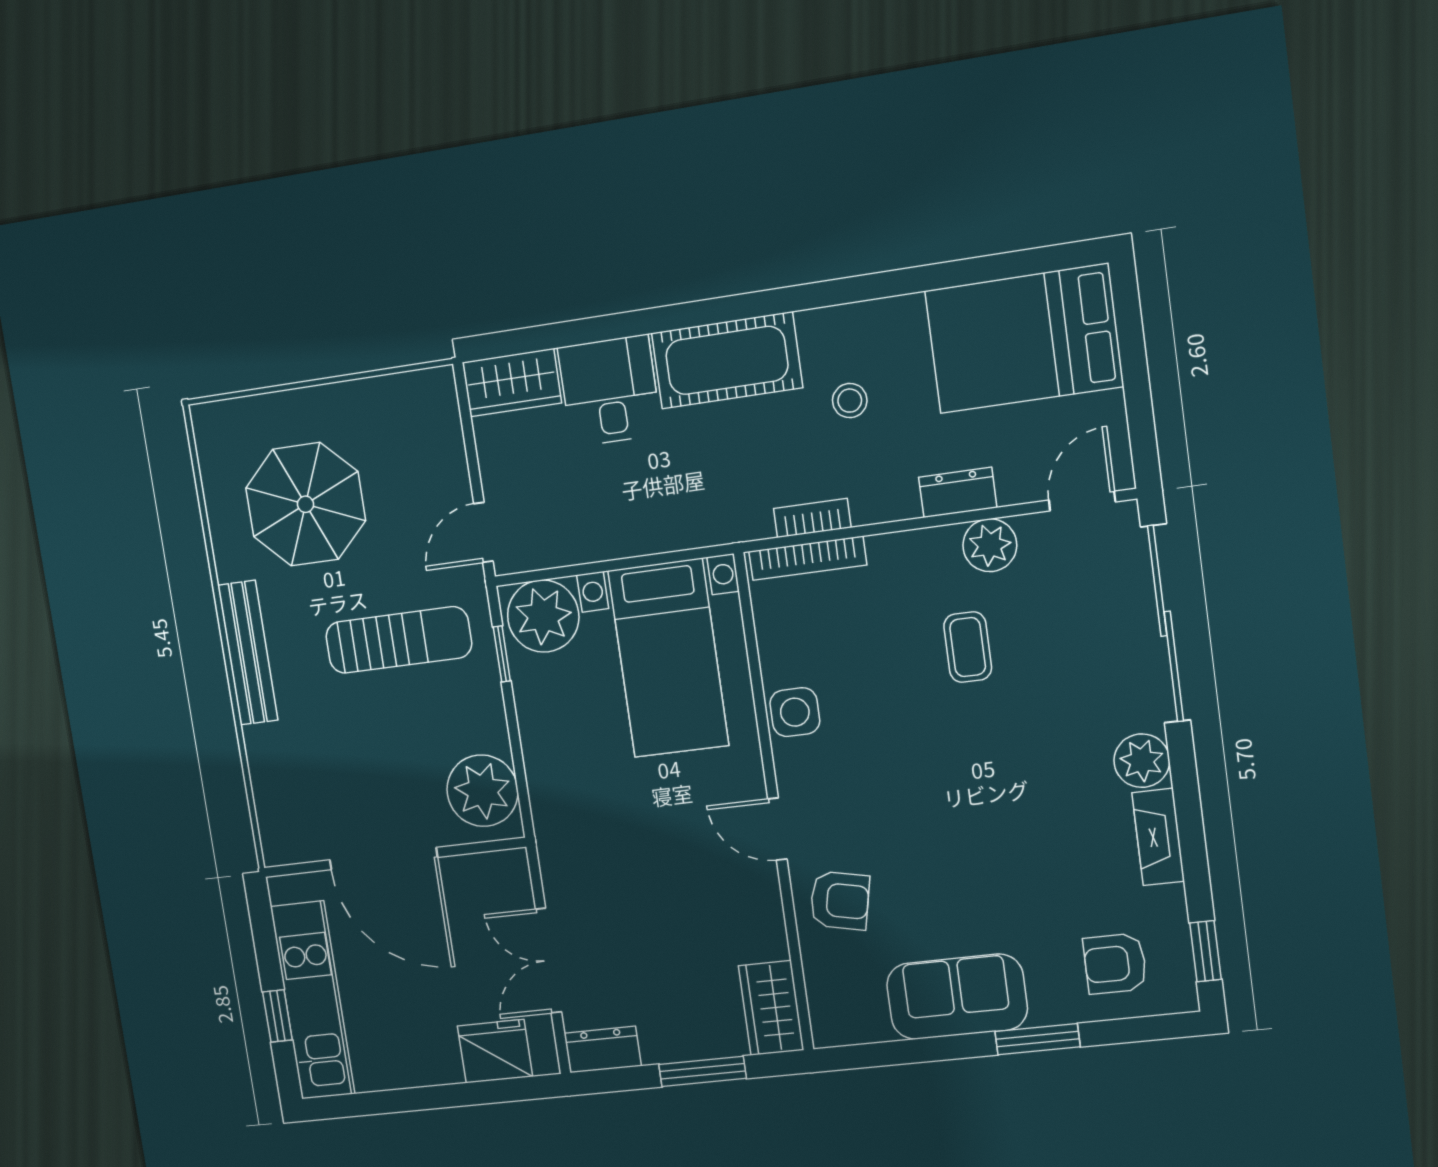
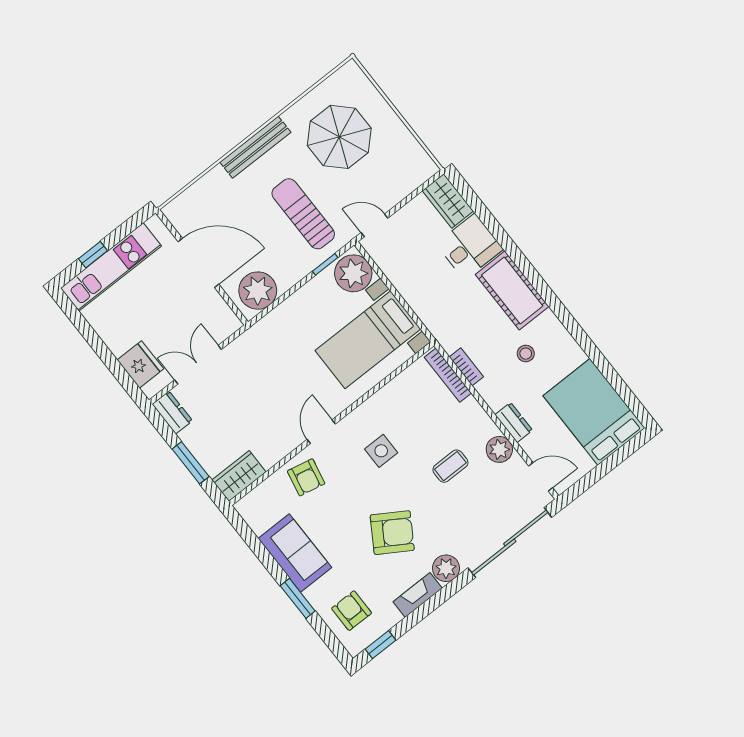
sun lounger: (399, 640) -> (303, 214), turned 180
side table: (795, 712) -> (381, 451), moved
armchair: (1022, 815) -> (392, 533), added
door: (383, 859) -> (198, 263), swing flipped

